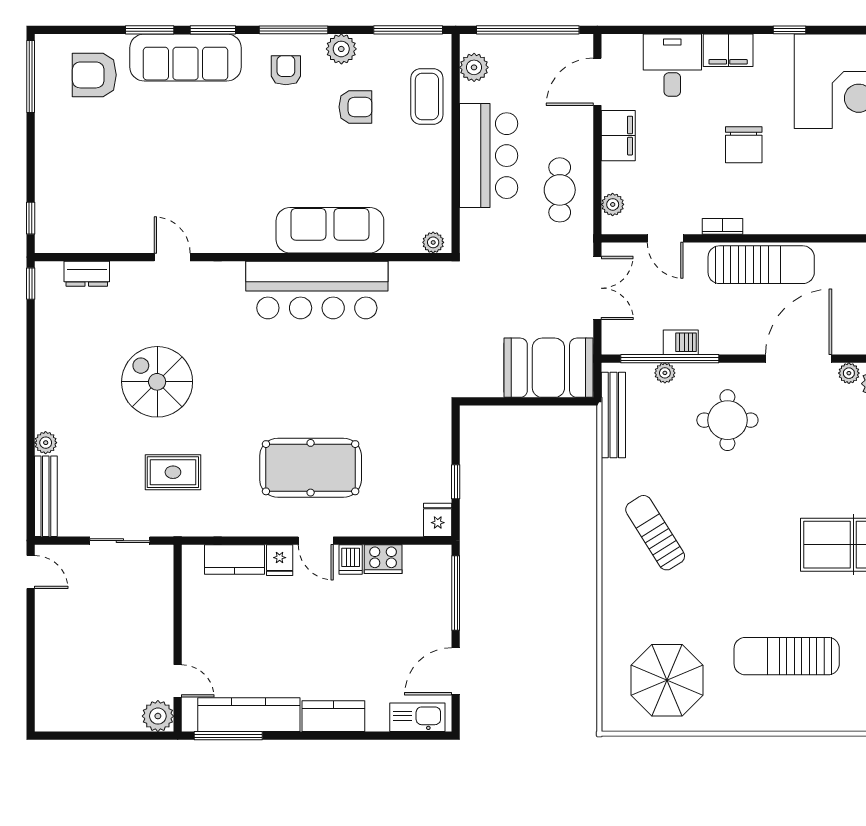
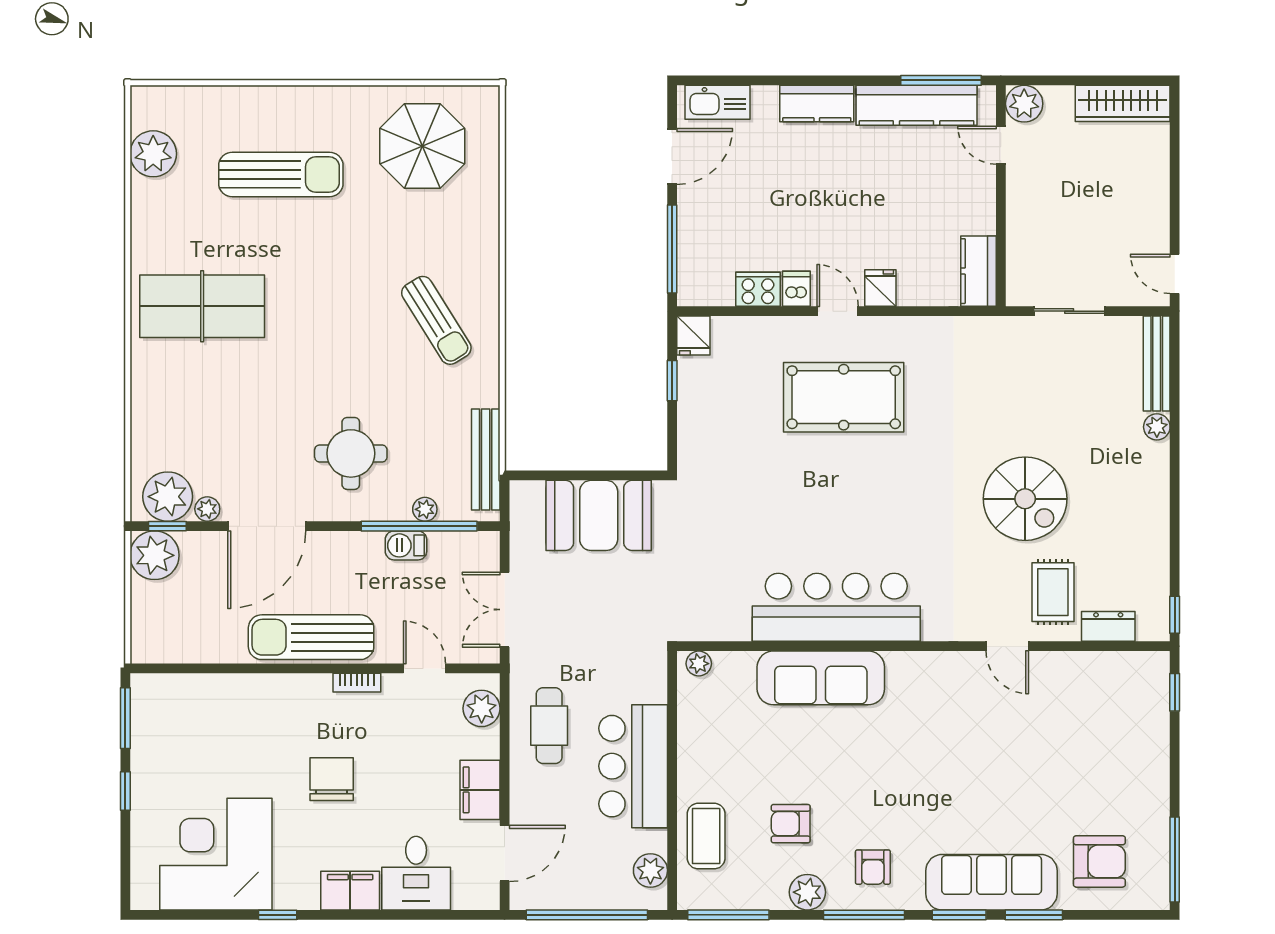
plant: (613, 204) -> (482, 708), width x1.38, depth x1.38
booth: (548, 368) -> (599, 515), moved
rug: (173, 472) -> (1053, 592), moved, turned 90
kitchen counter: (235, 559) -> (978, 271), moved, turned -90
wardrobe: (75, 716) -> (1123, 103), added

